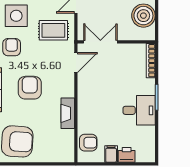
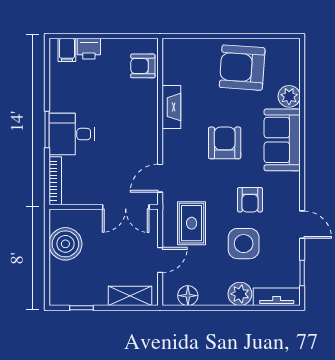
rug: (53, 30) -> (192, 223), turned 90
armchair: (30, 88) -> (225, 143), turned 180
desk: (139, 110) -> (72, 134), moved
filing cabinet: (111, 154) -> (67, 50), moved

